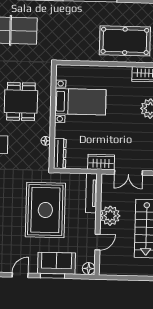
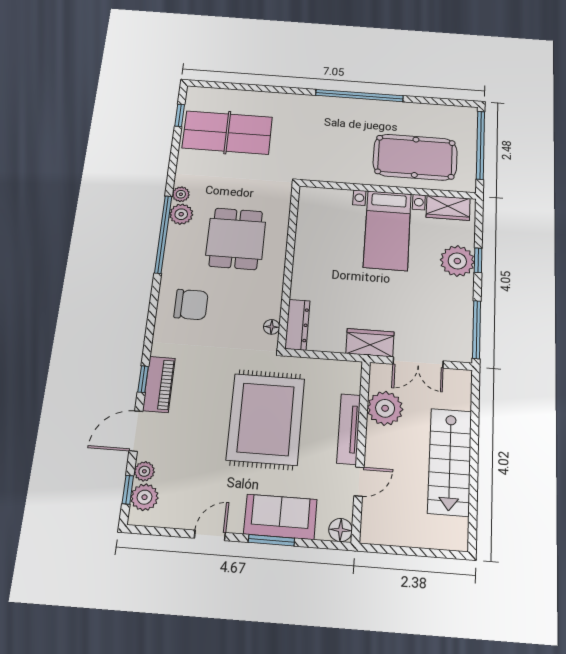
bed with nightstands: (80, 102) -> (387, 230), moved, turned 90
floor lamp: (46, 141) -> (272, 327), moved
tv unit: (91, 193) -> (349, 429), moved
plant: (110, 216) -> (385, 408), moved

